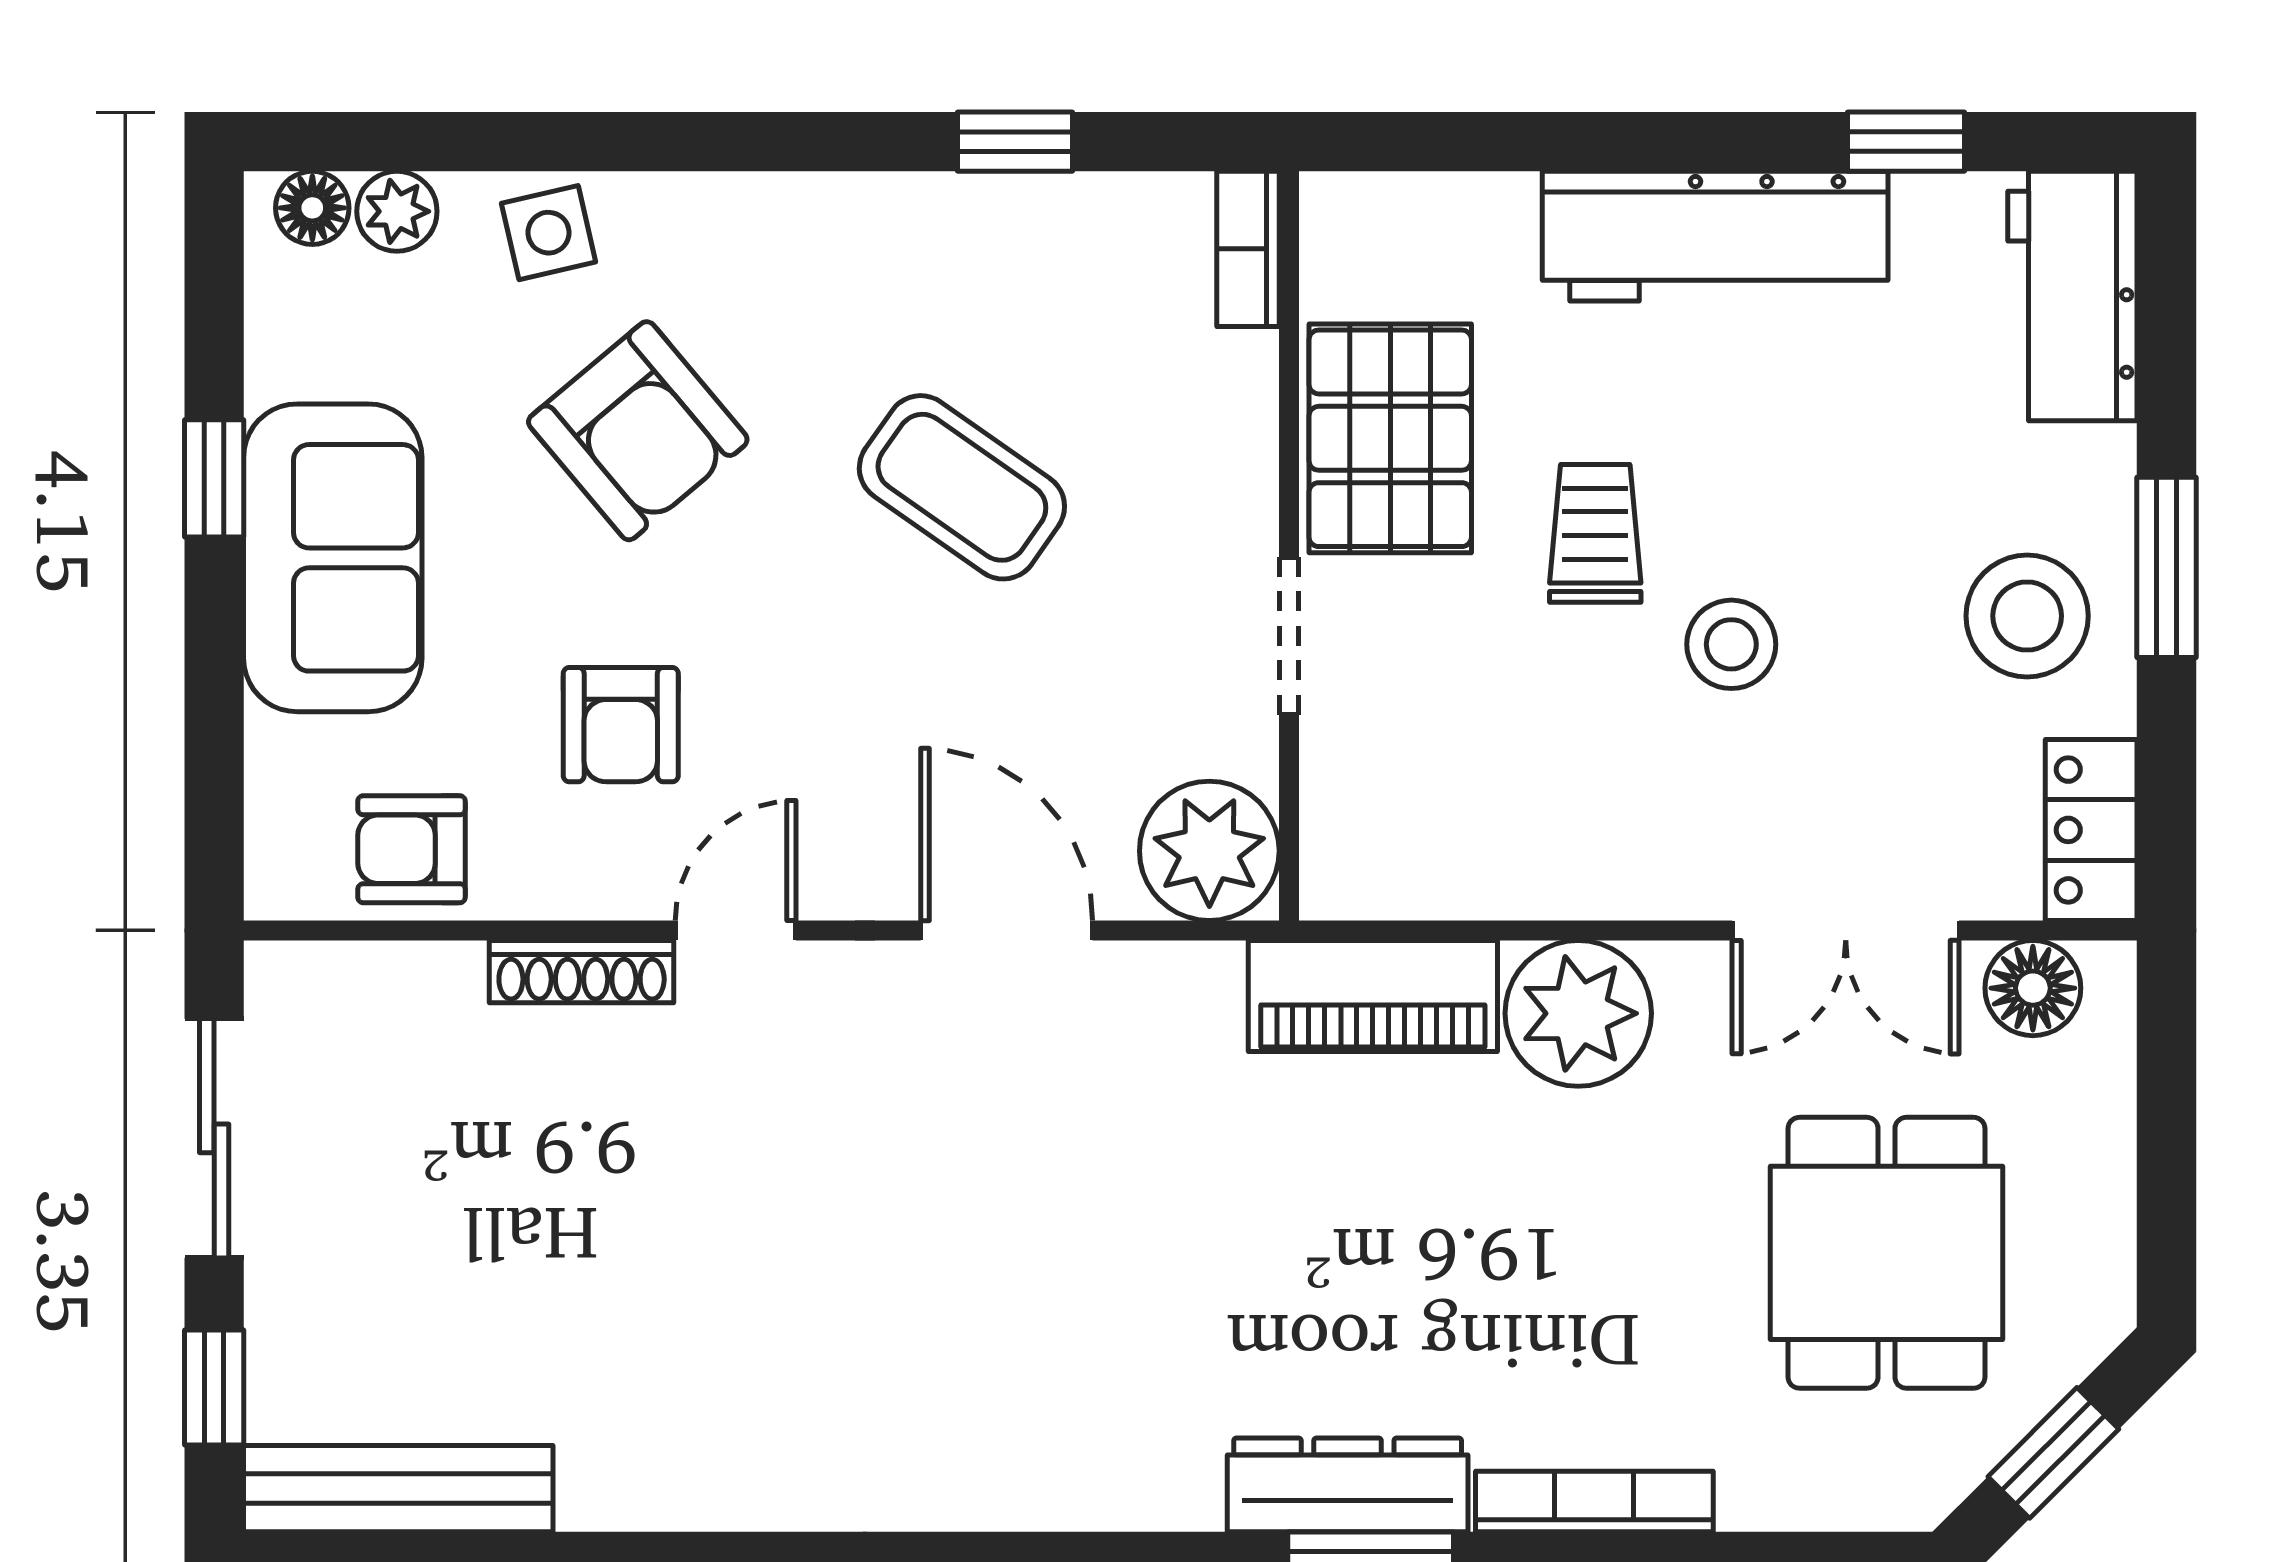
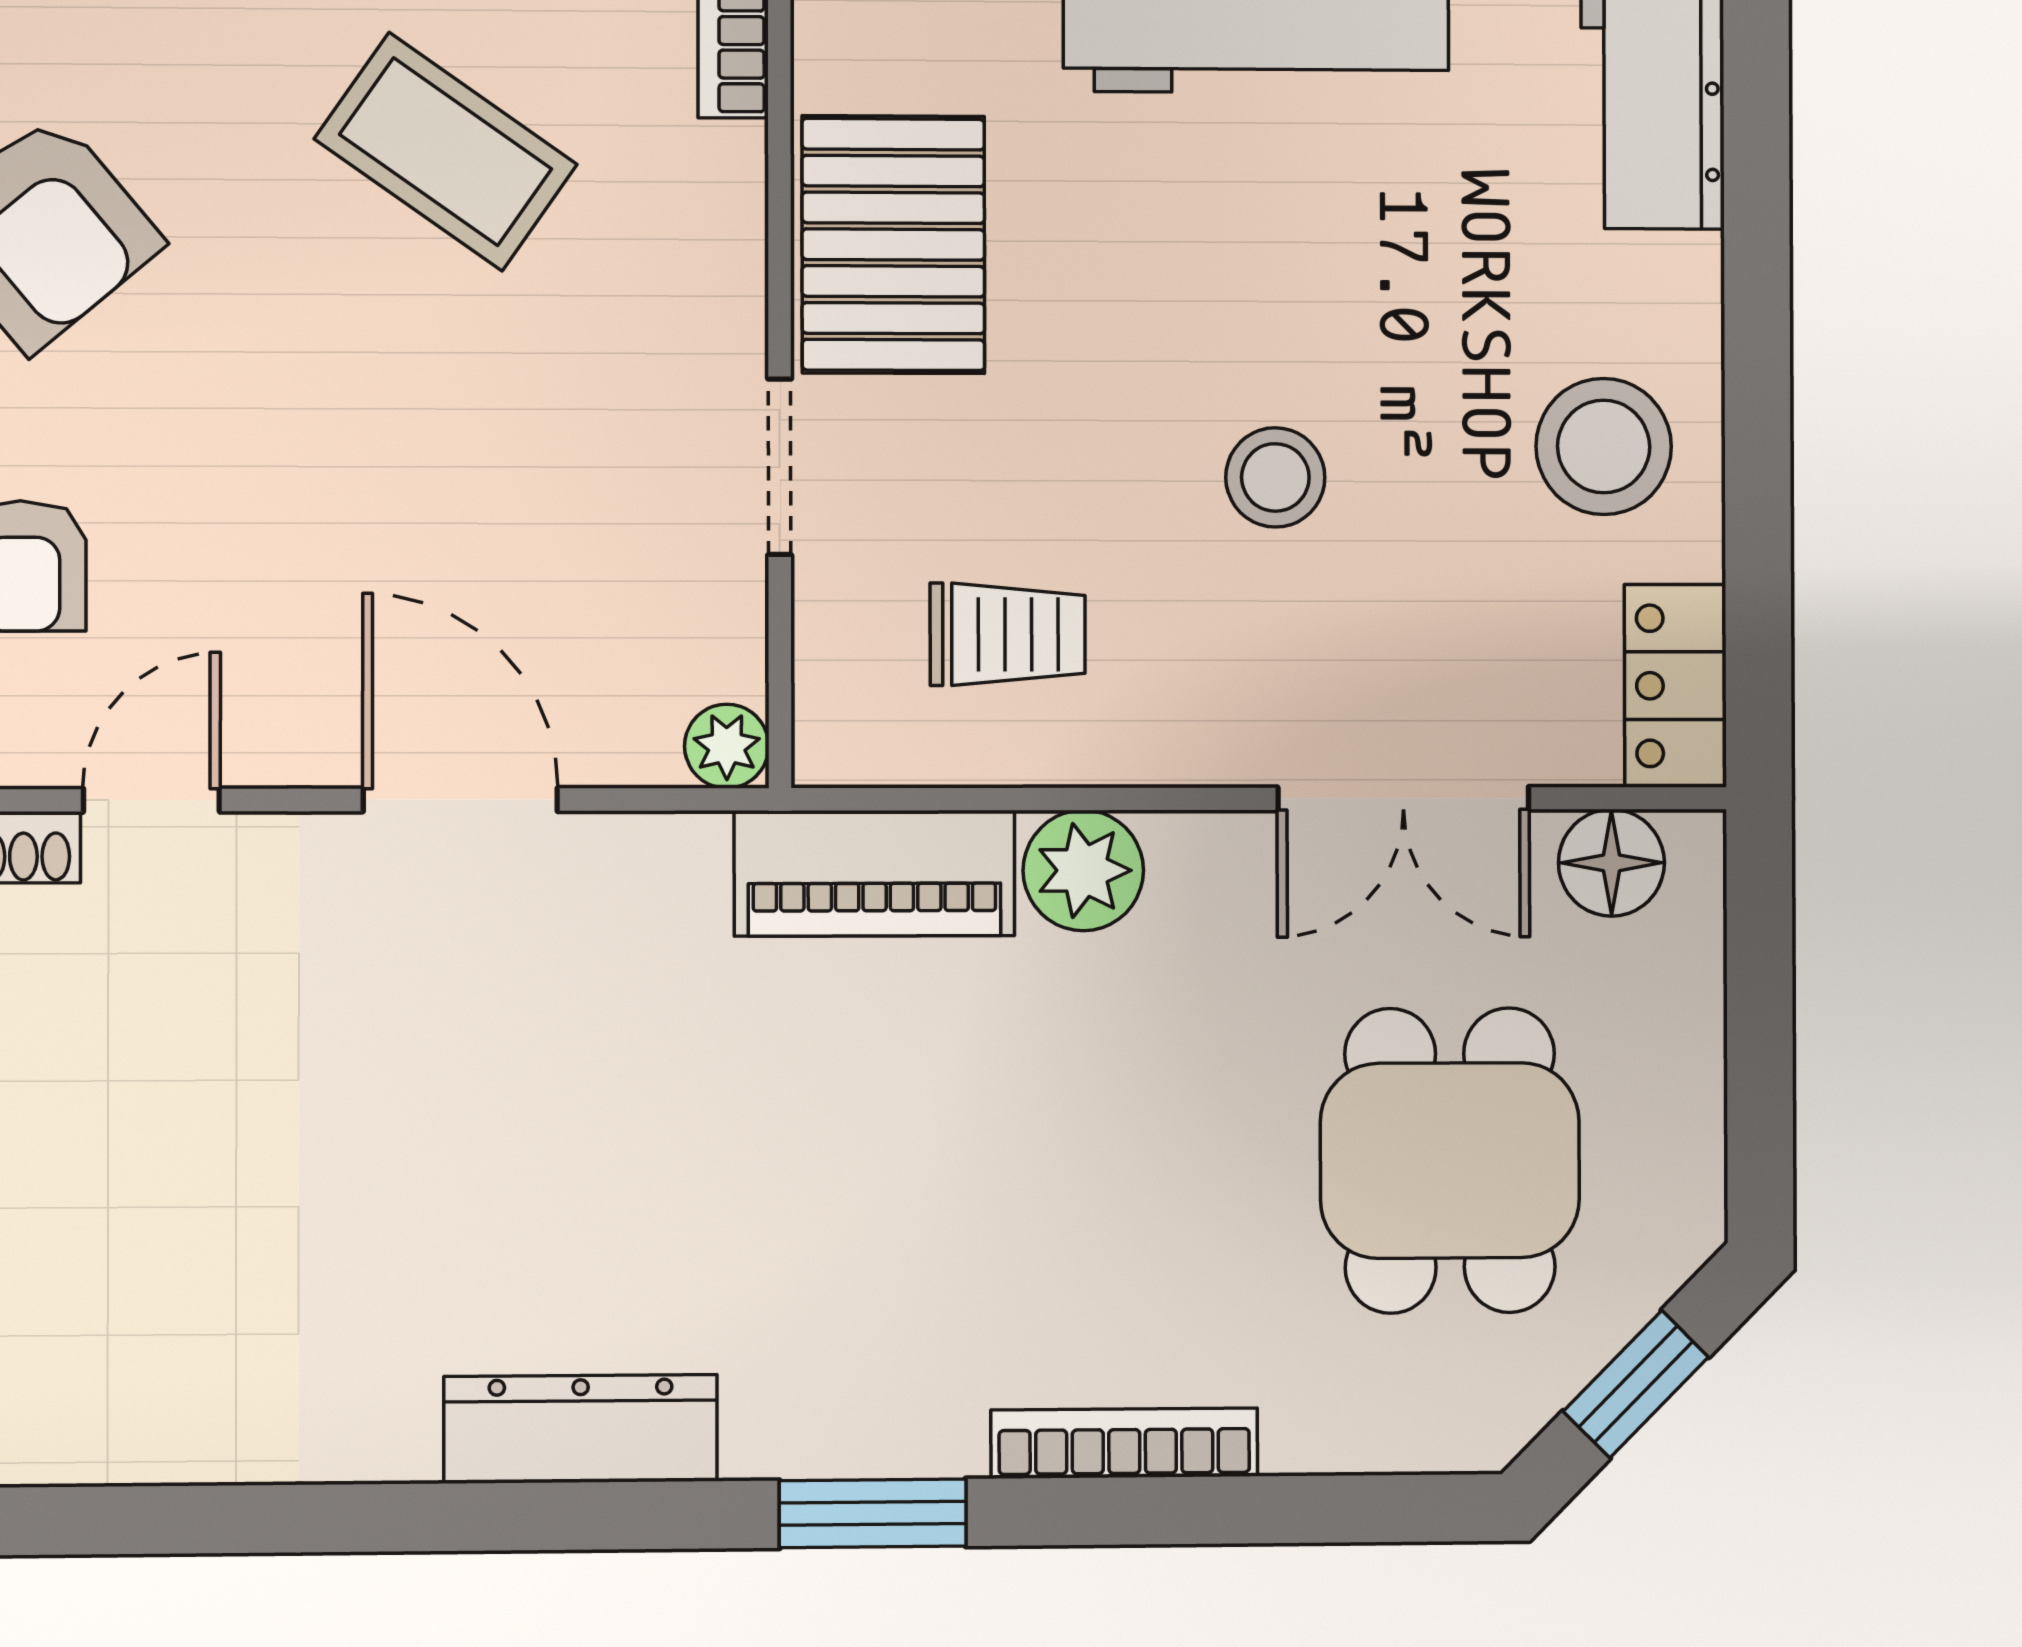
coffee table: (962, 487) -> (446, 152), moved
trolley: (1595, 533) -> (1008, 634), moved, turned 90
window: (2167, 567) -> (1757, 393), removed
plant: (1209, 851) -> (727, 746), width x0.53, depth x0.53
plant: (1578, 1013) -> (1083, 870), width x0.73, depth x0.73
dresser: (1348, 1485) -> (581, 1429), moved

